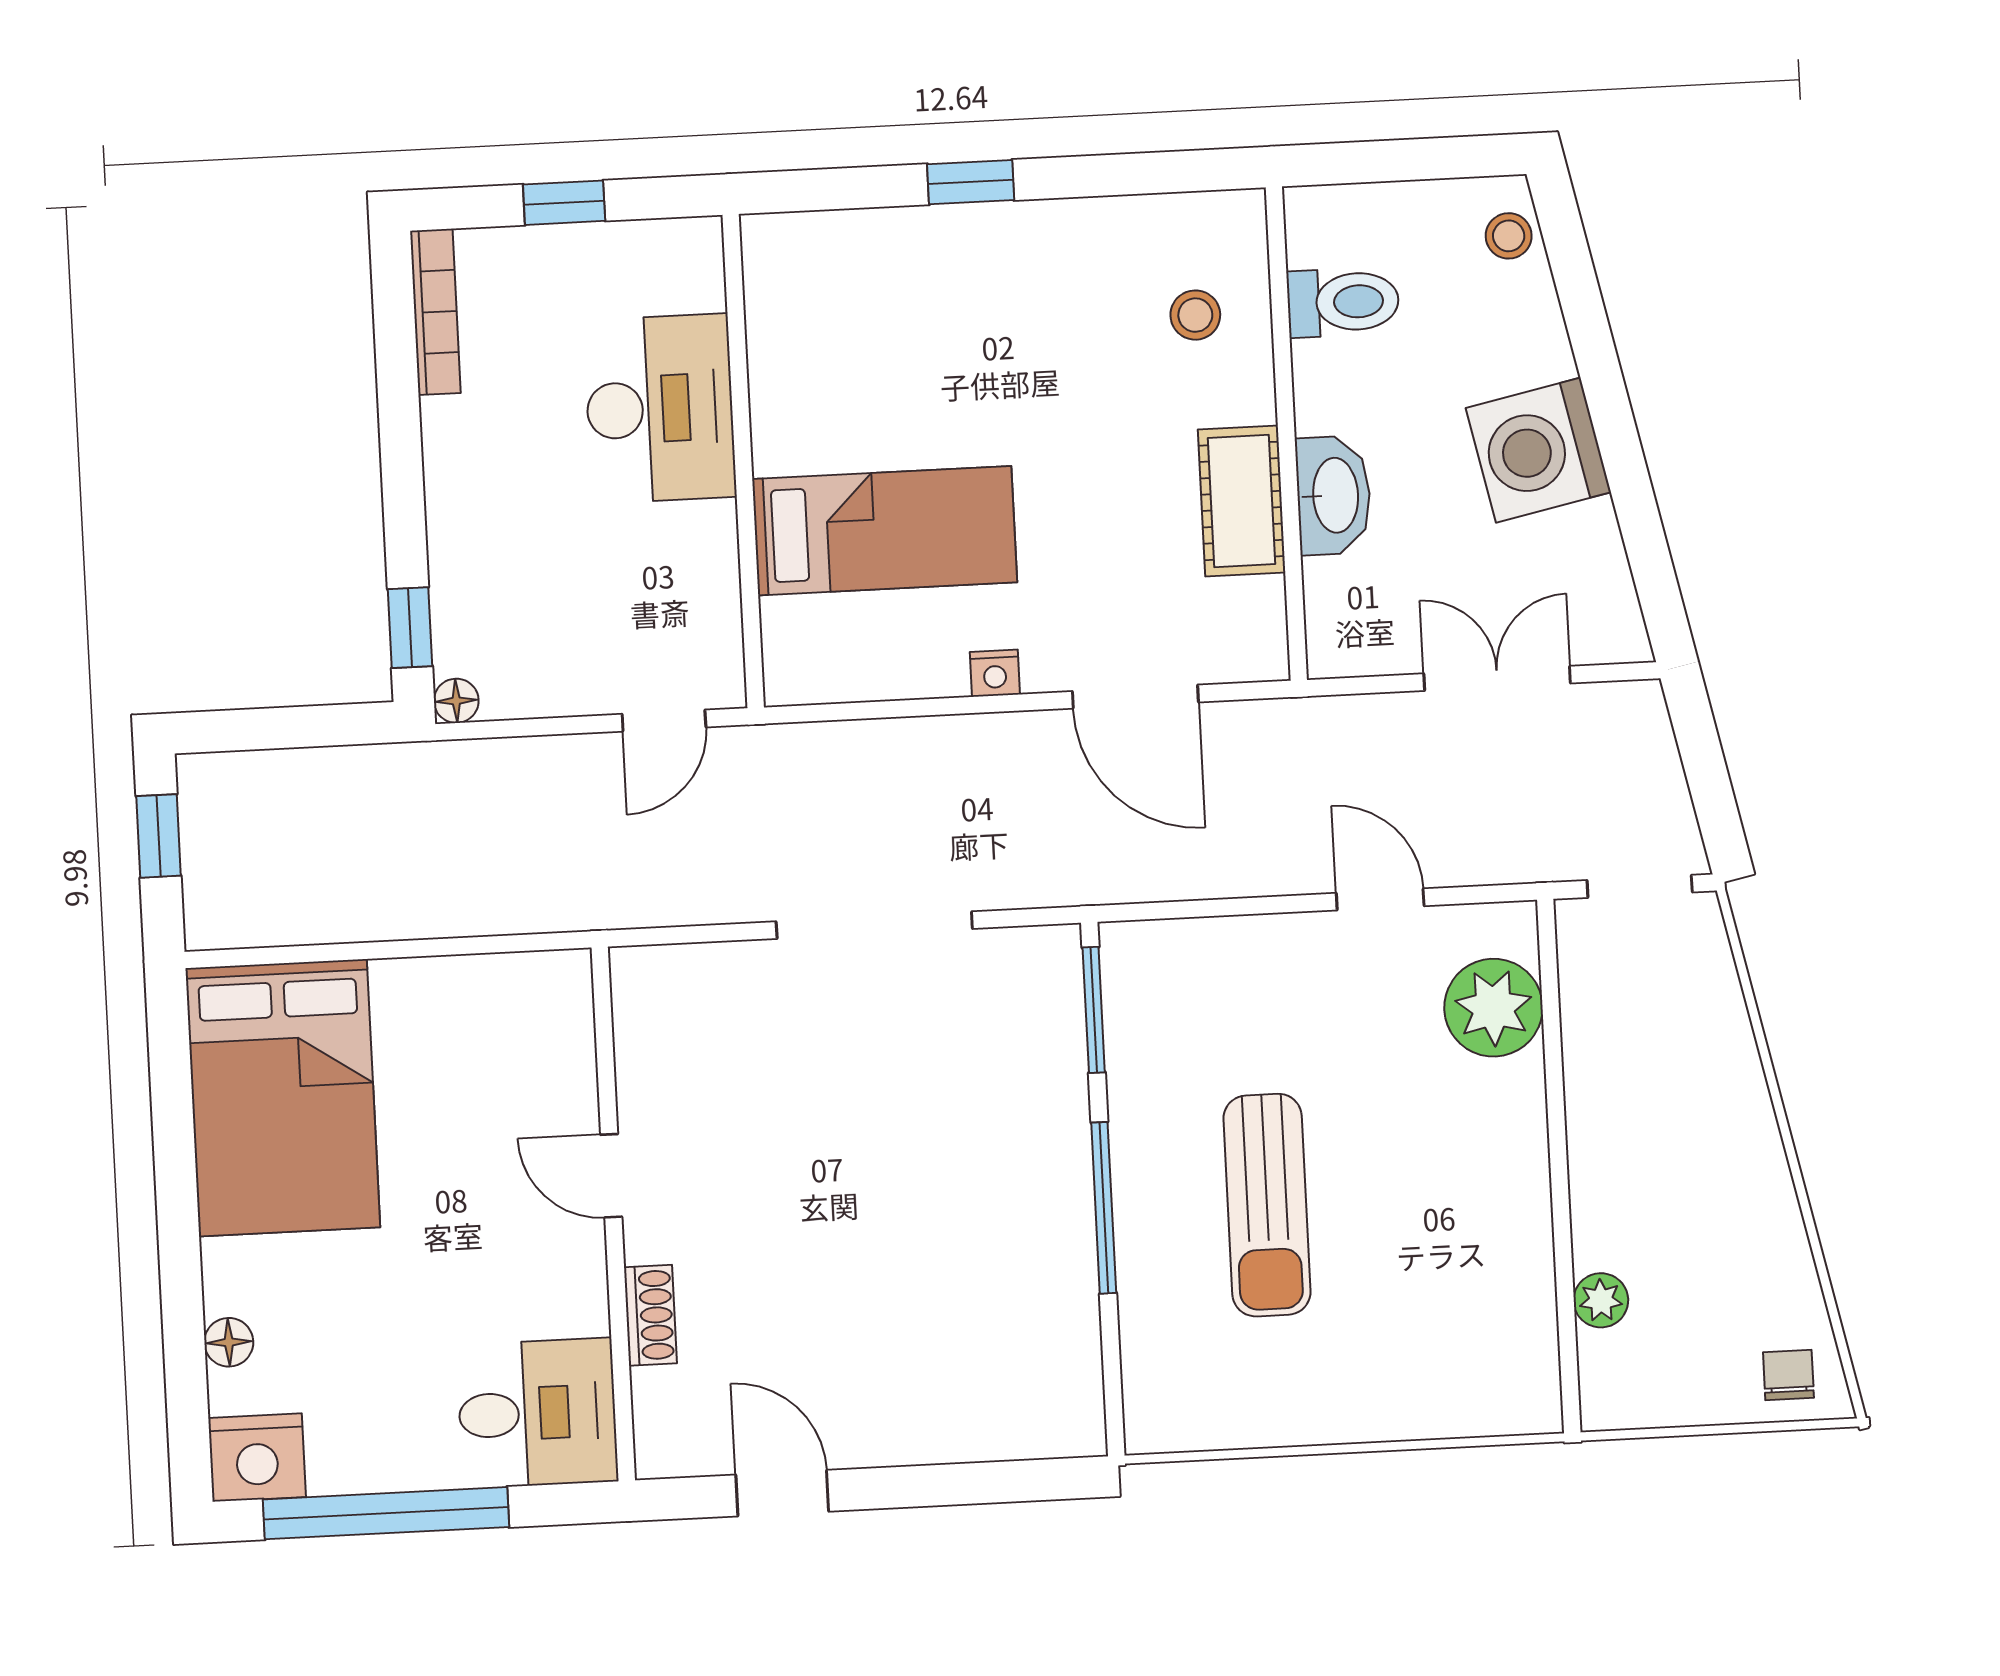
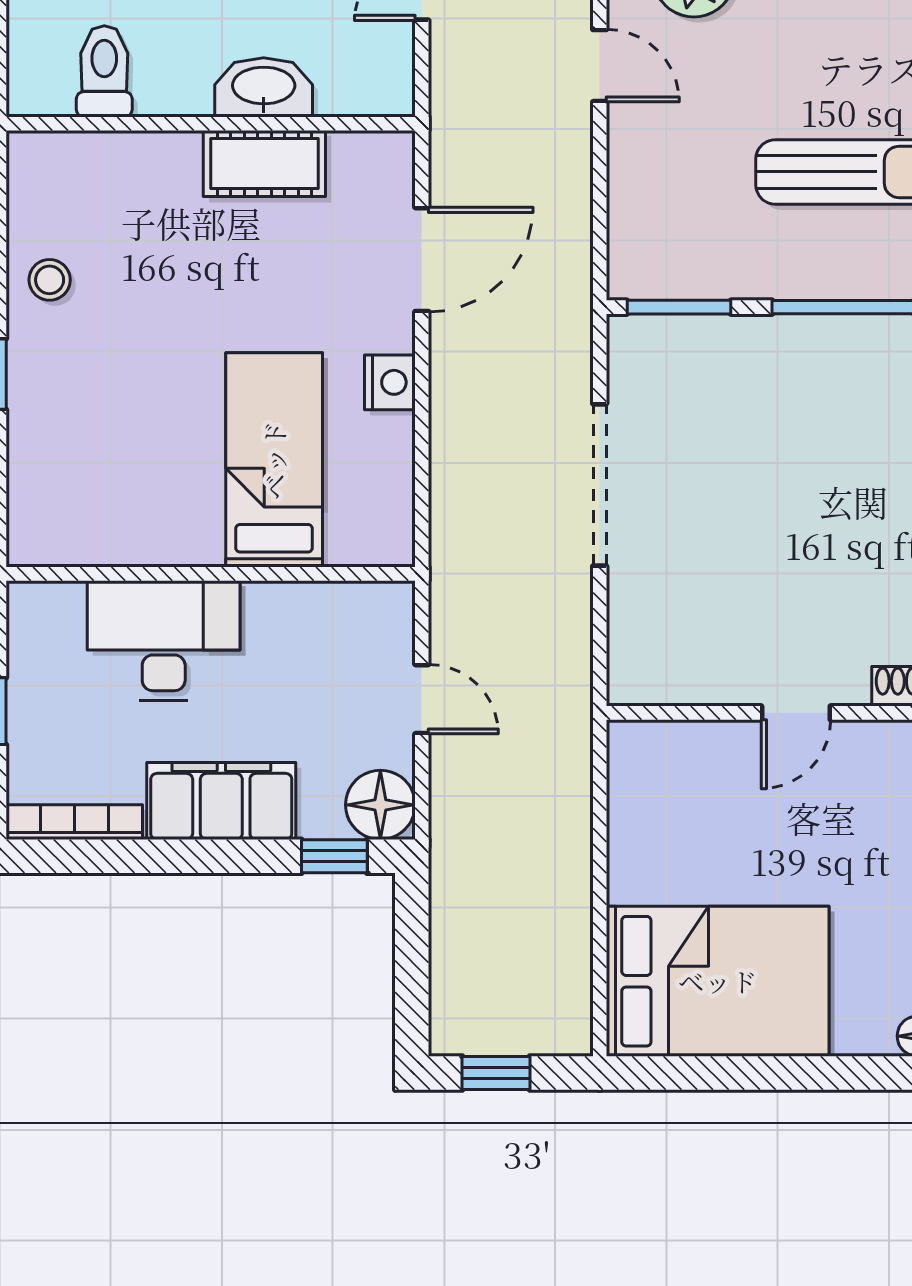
stool: (1195, 315) -> (50, 280), moved
filing cabinet: (470, 488) -> (221, 801), added
nightstand: (995, 673) -> (390, 382), width x1.39, depth x1.35
floor lamp: (456, 701) -> (380, 805), width x1.89, depth x1.89
door: (664, 721) -> (422, 699), moved
door: (1380, 899) -> (600, 66), swing flipped

